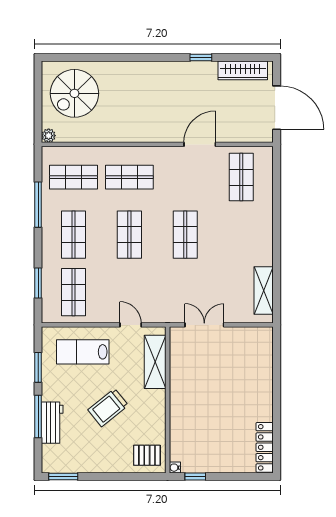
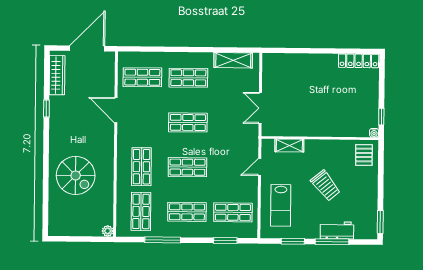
spiral stairs: (74, 93) -> (76, 175), moved
shop shelf: (241, 235) -> (188, 78), added
shelving: (155, 362) -> (289, 145), width x0.67, depth x0.75

